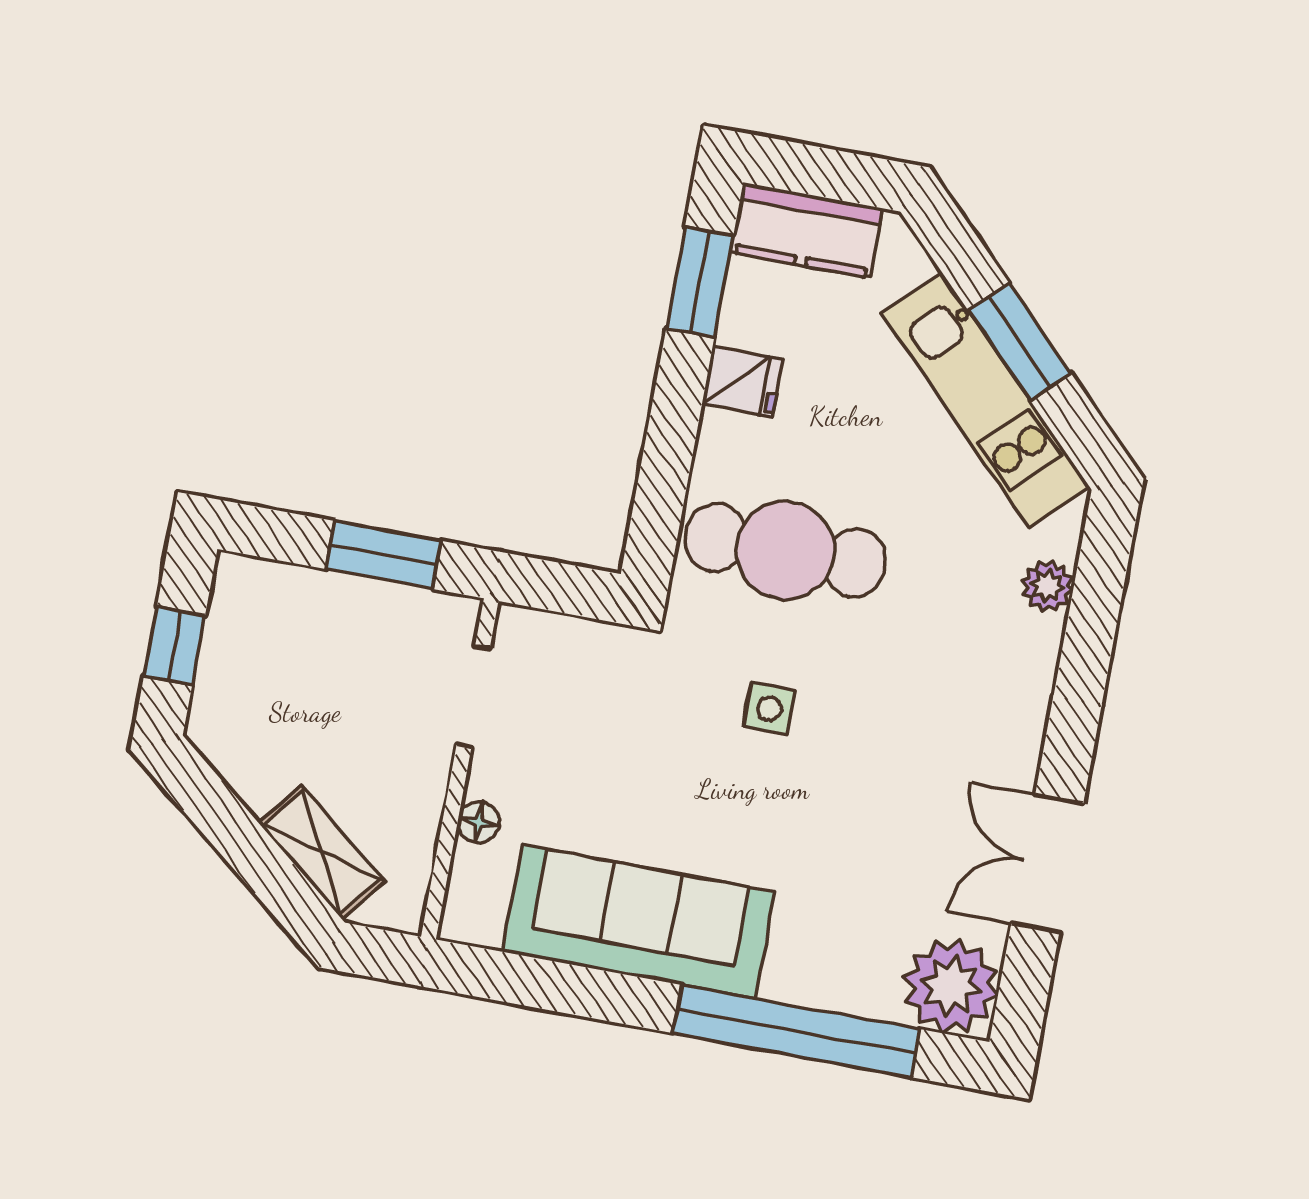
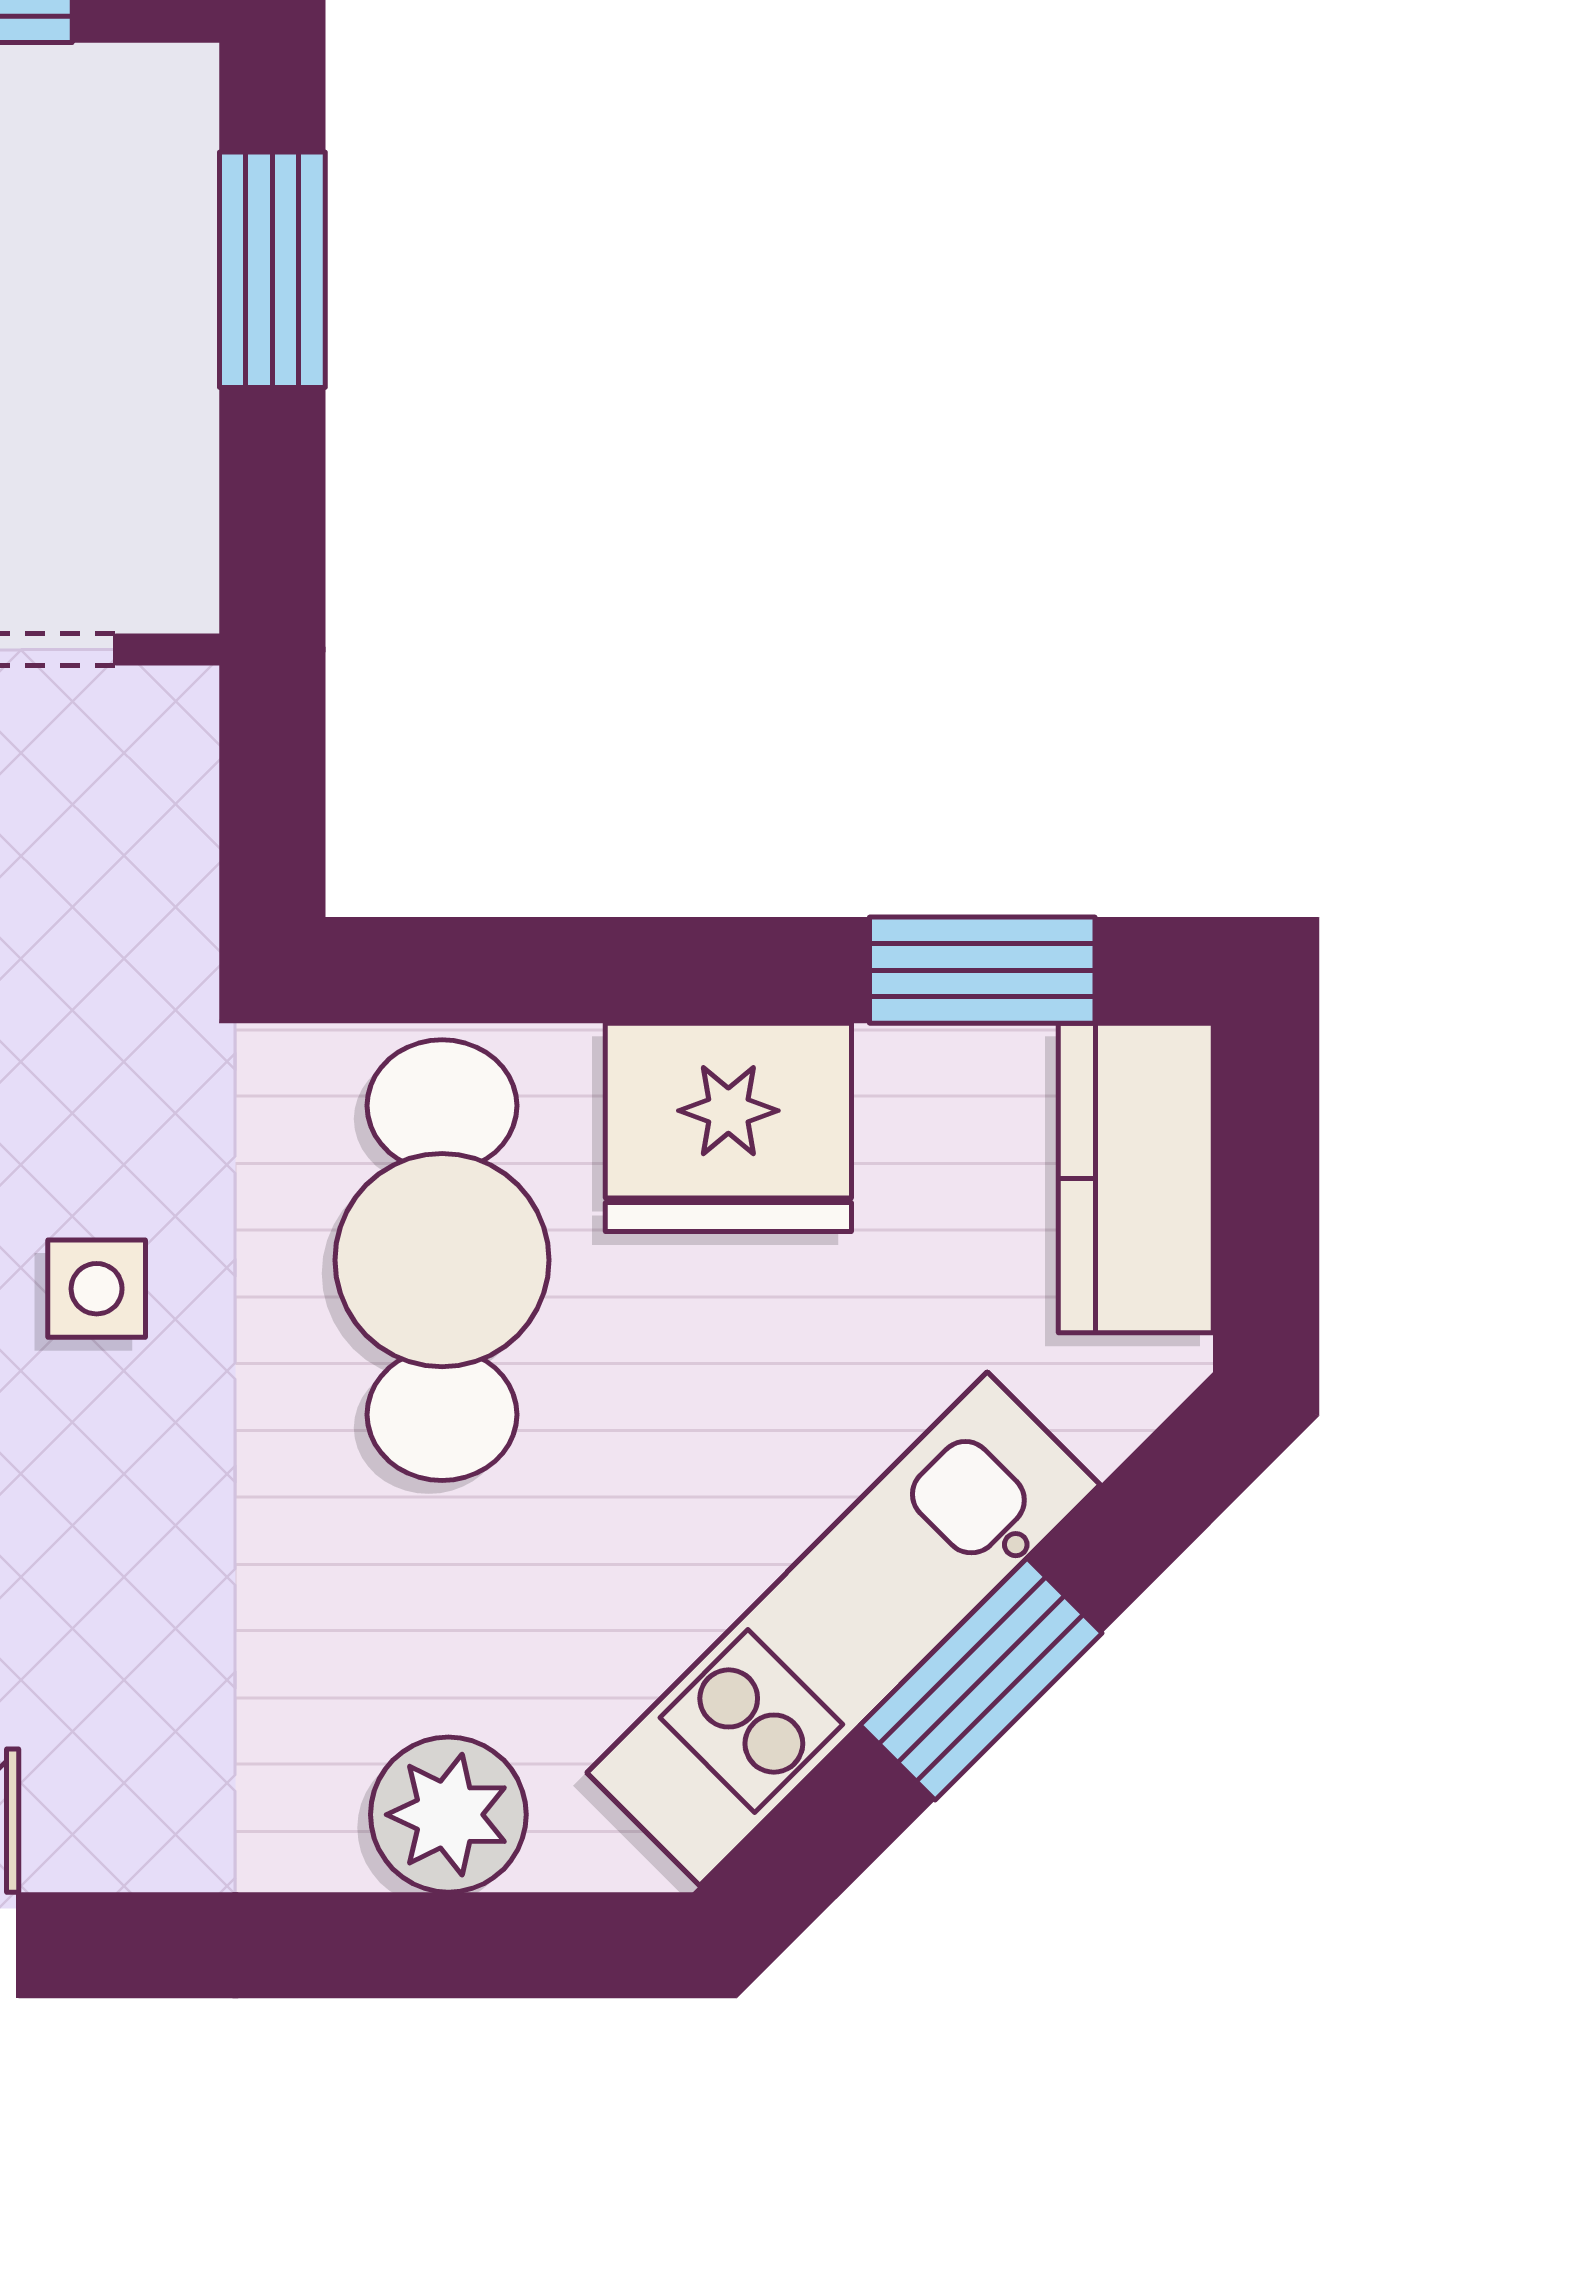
fridge: (742, 382) -> (728, 1127), width x1.88, depth x1.34
window: (384, 555) -> (272, 270), moved
plant: (1048, 586) -> (448, 1815), width x1.38, depth x1.38

